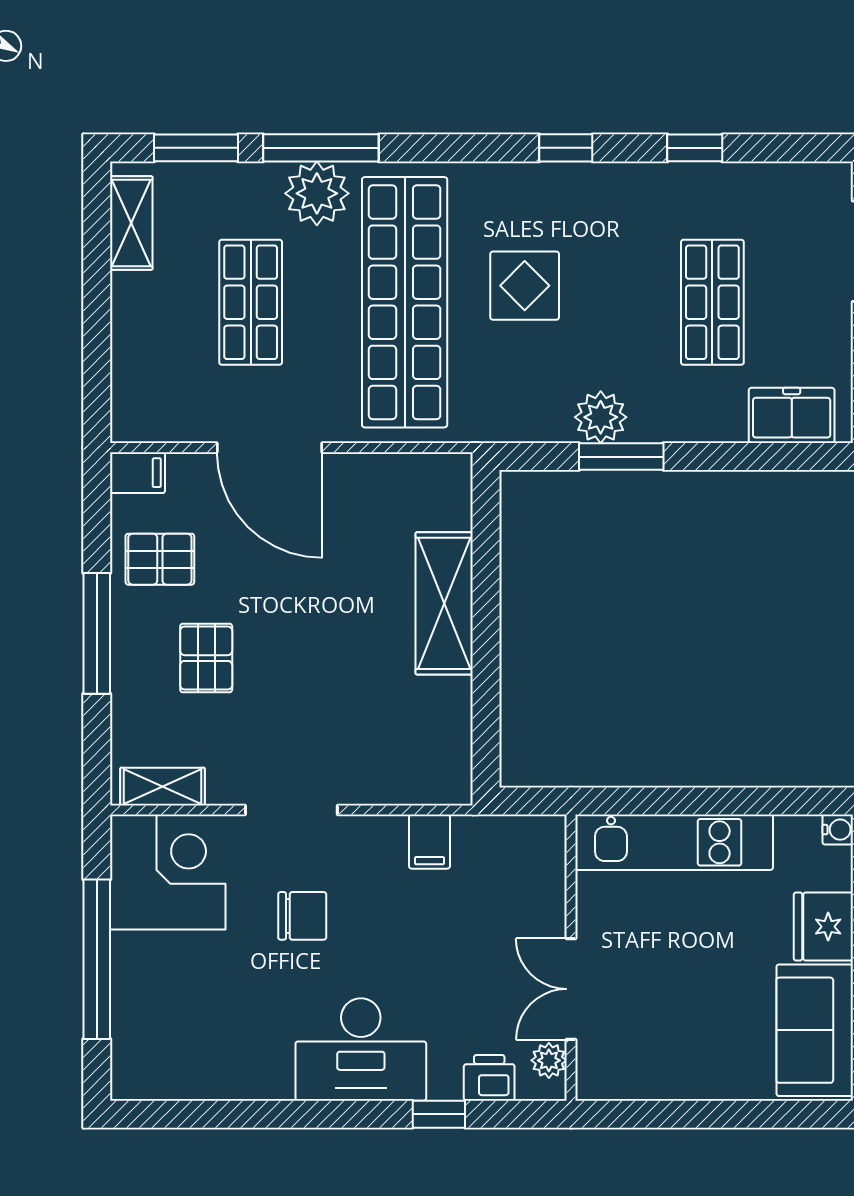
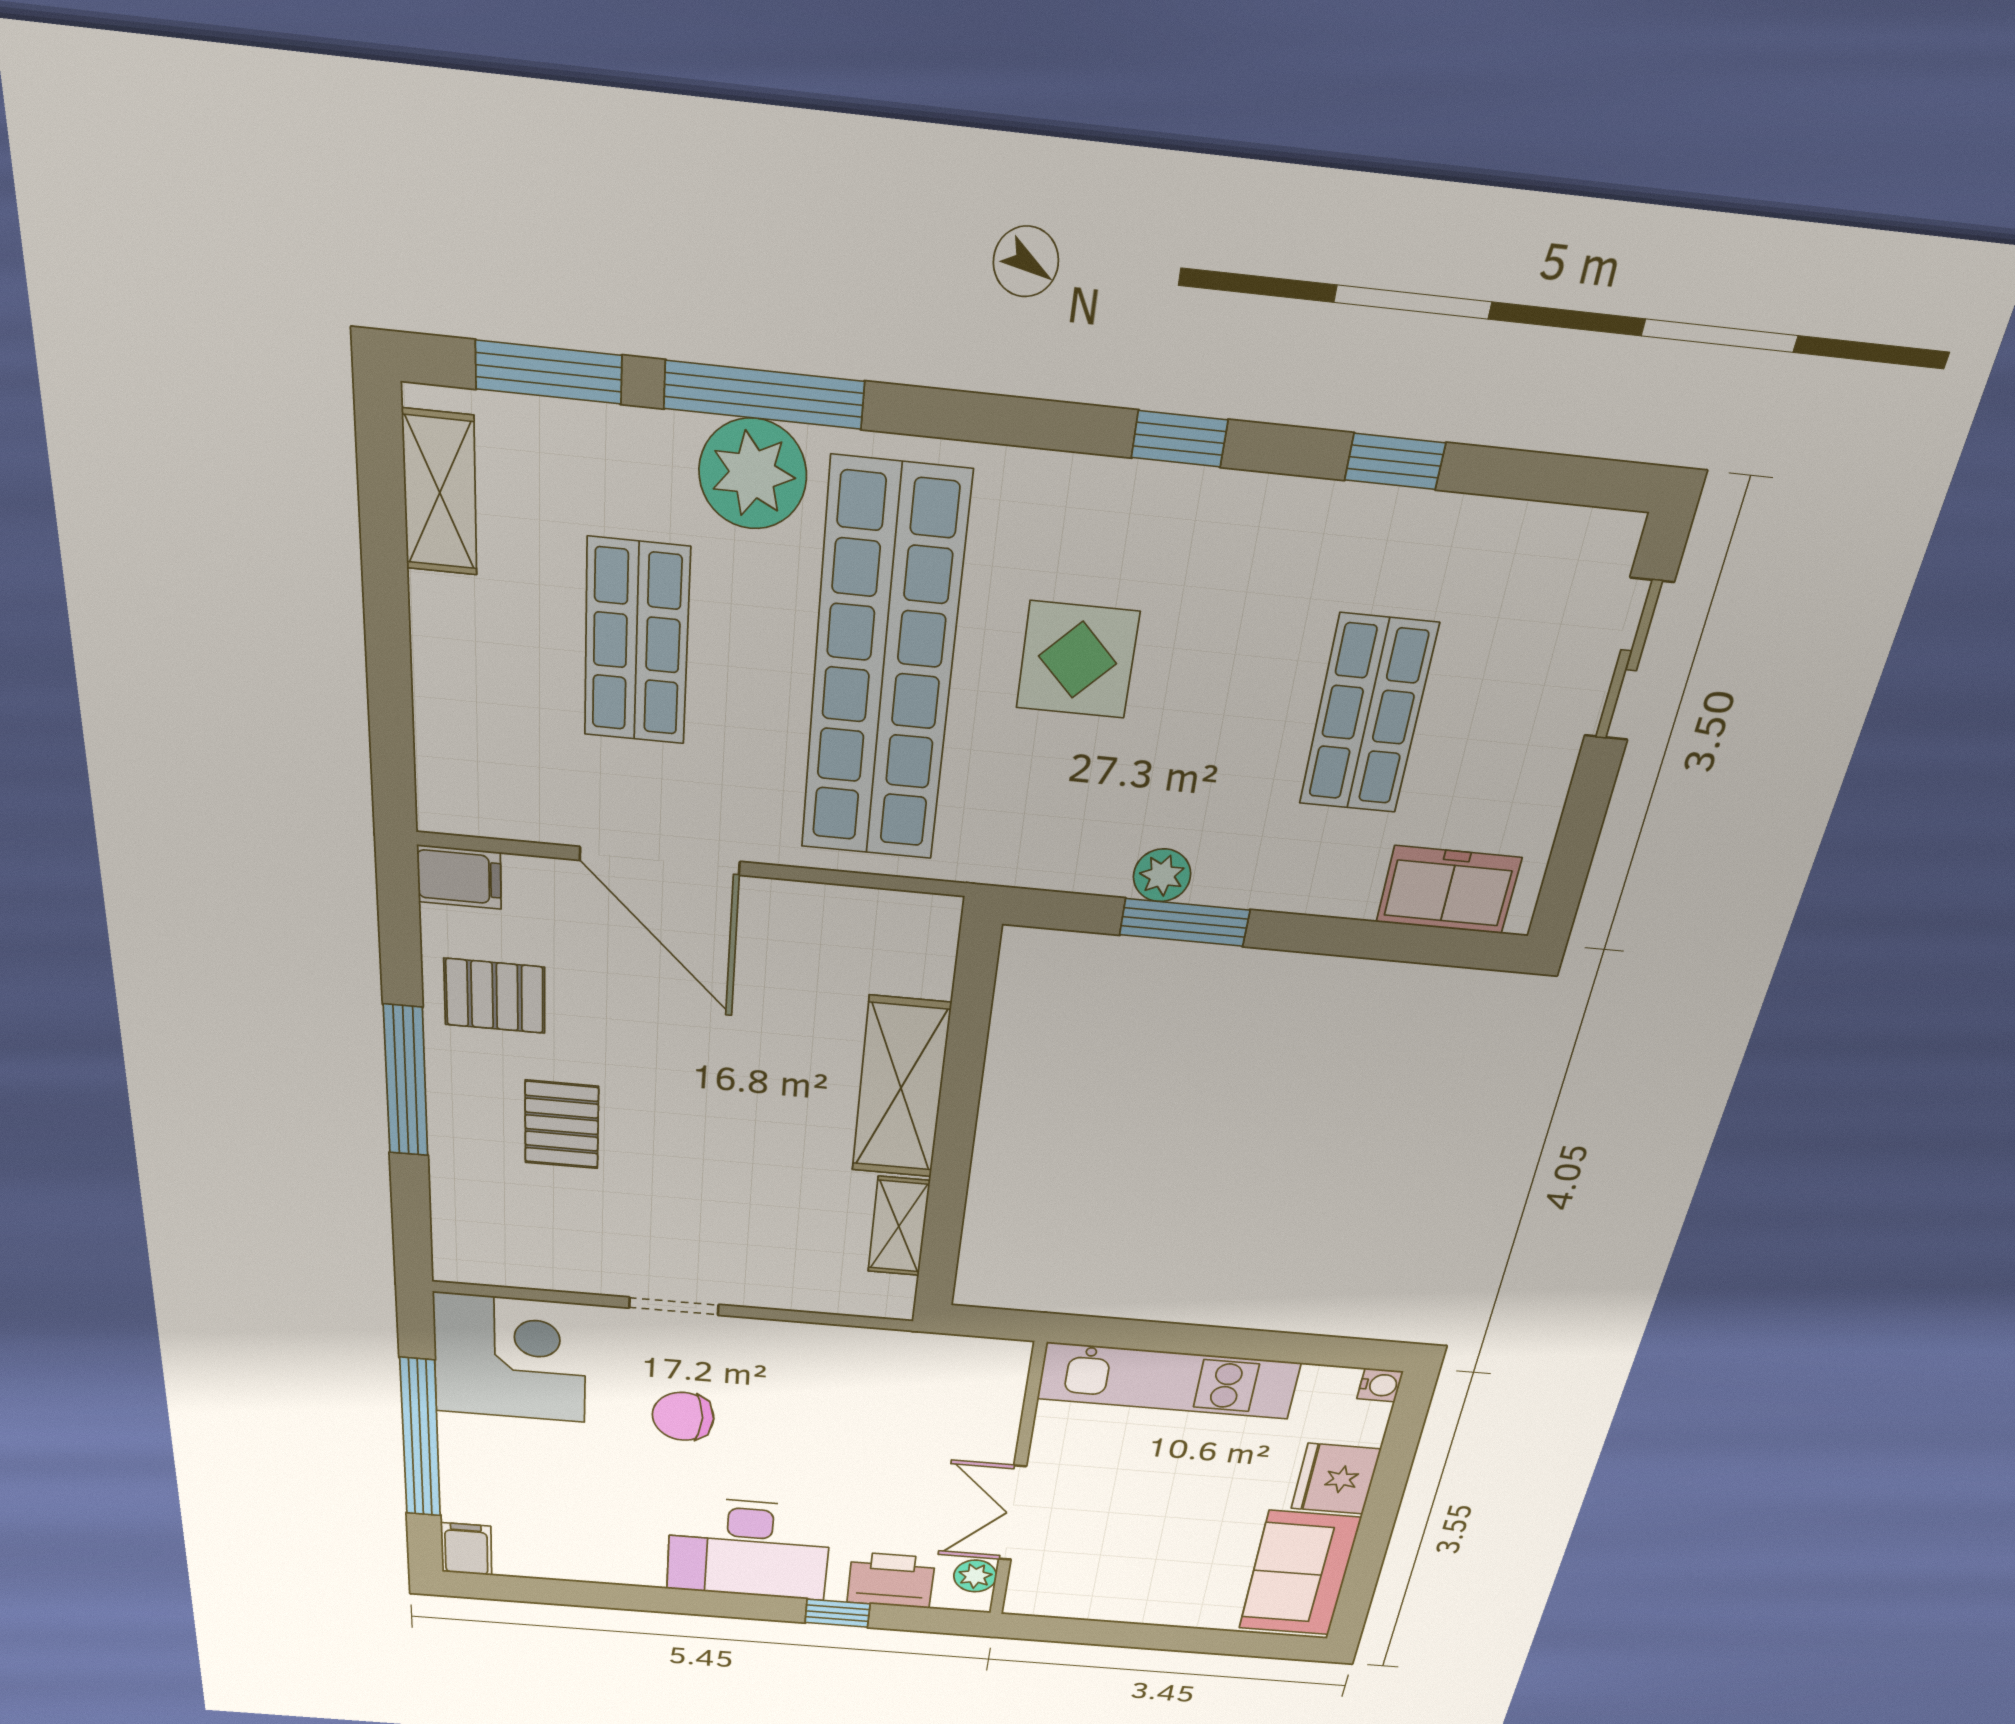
plant: (601, 417) -> (1162, 875), width x0.73, depth x0.73
shelving: (162, 787) -> (899, 1226), moved, turned 90
doorway: (291, 810) -> (674, 1306), width x0.73
filing cabinet: (430, 842) -> (466, 1549), moved, turned 180
chair: (302, 916) -> (683, 1416), turned 180
printer: (489, 1078) -> (891, 1580), width x1.36, depth x1.24

